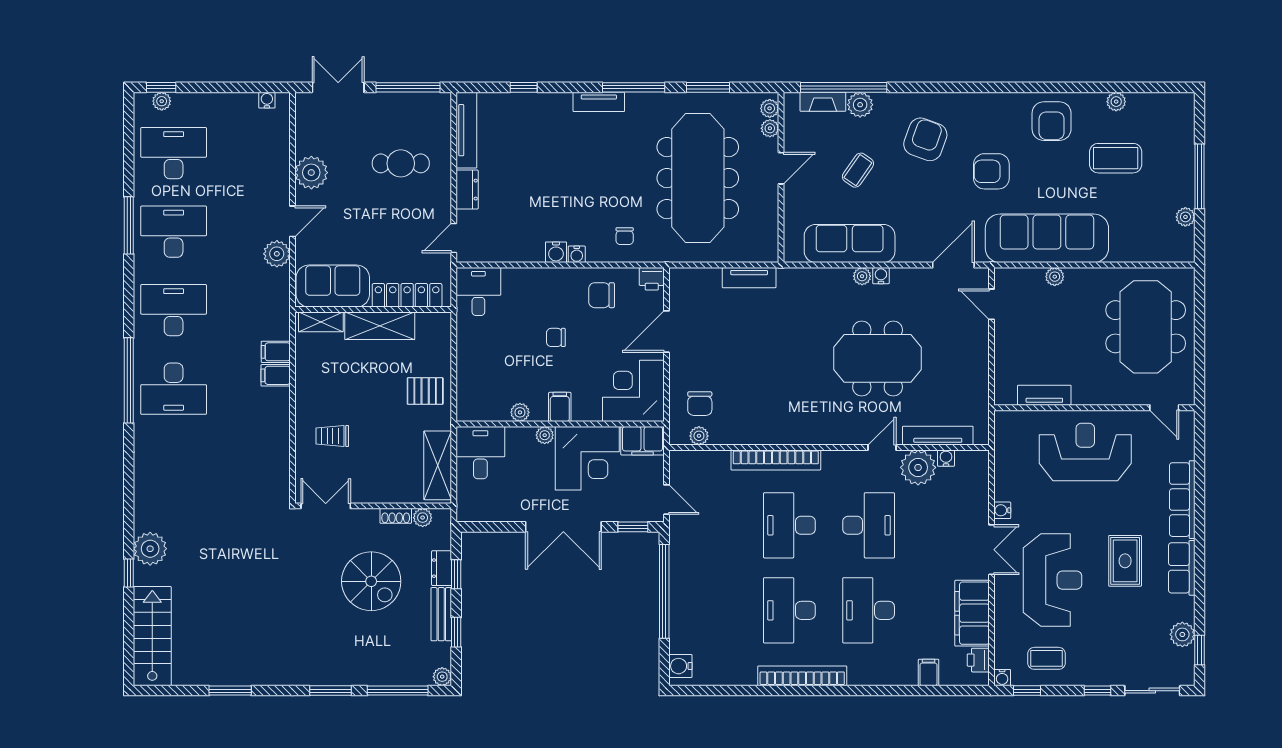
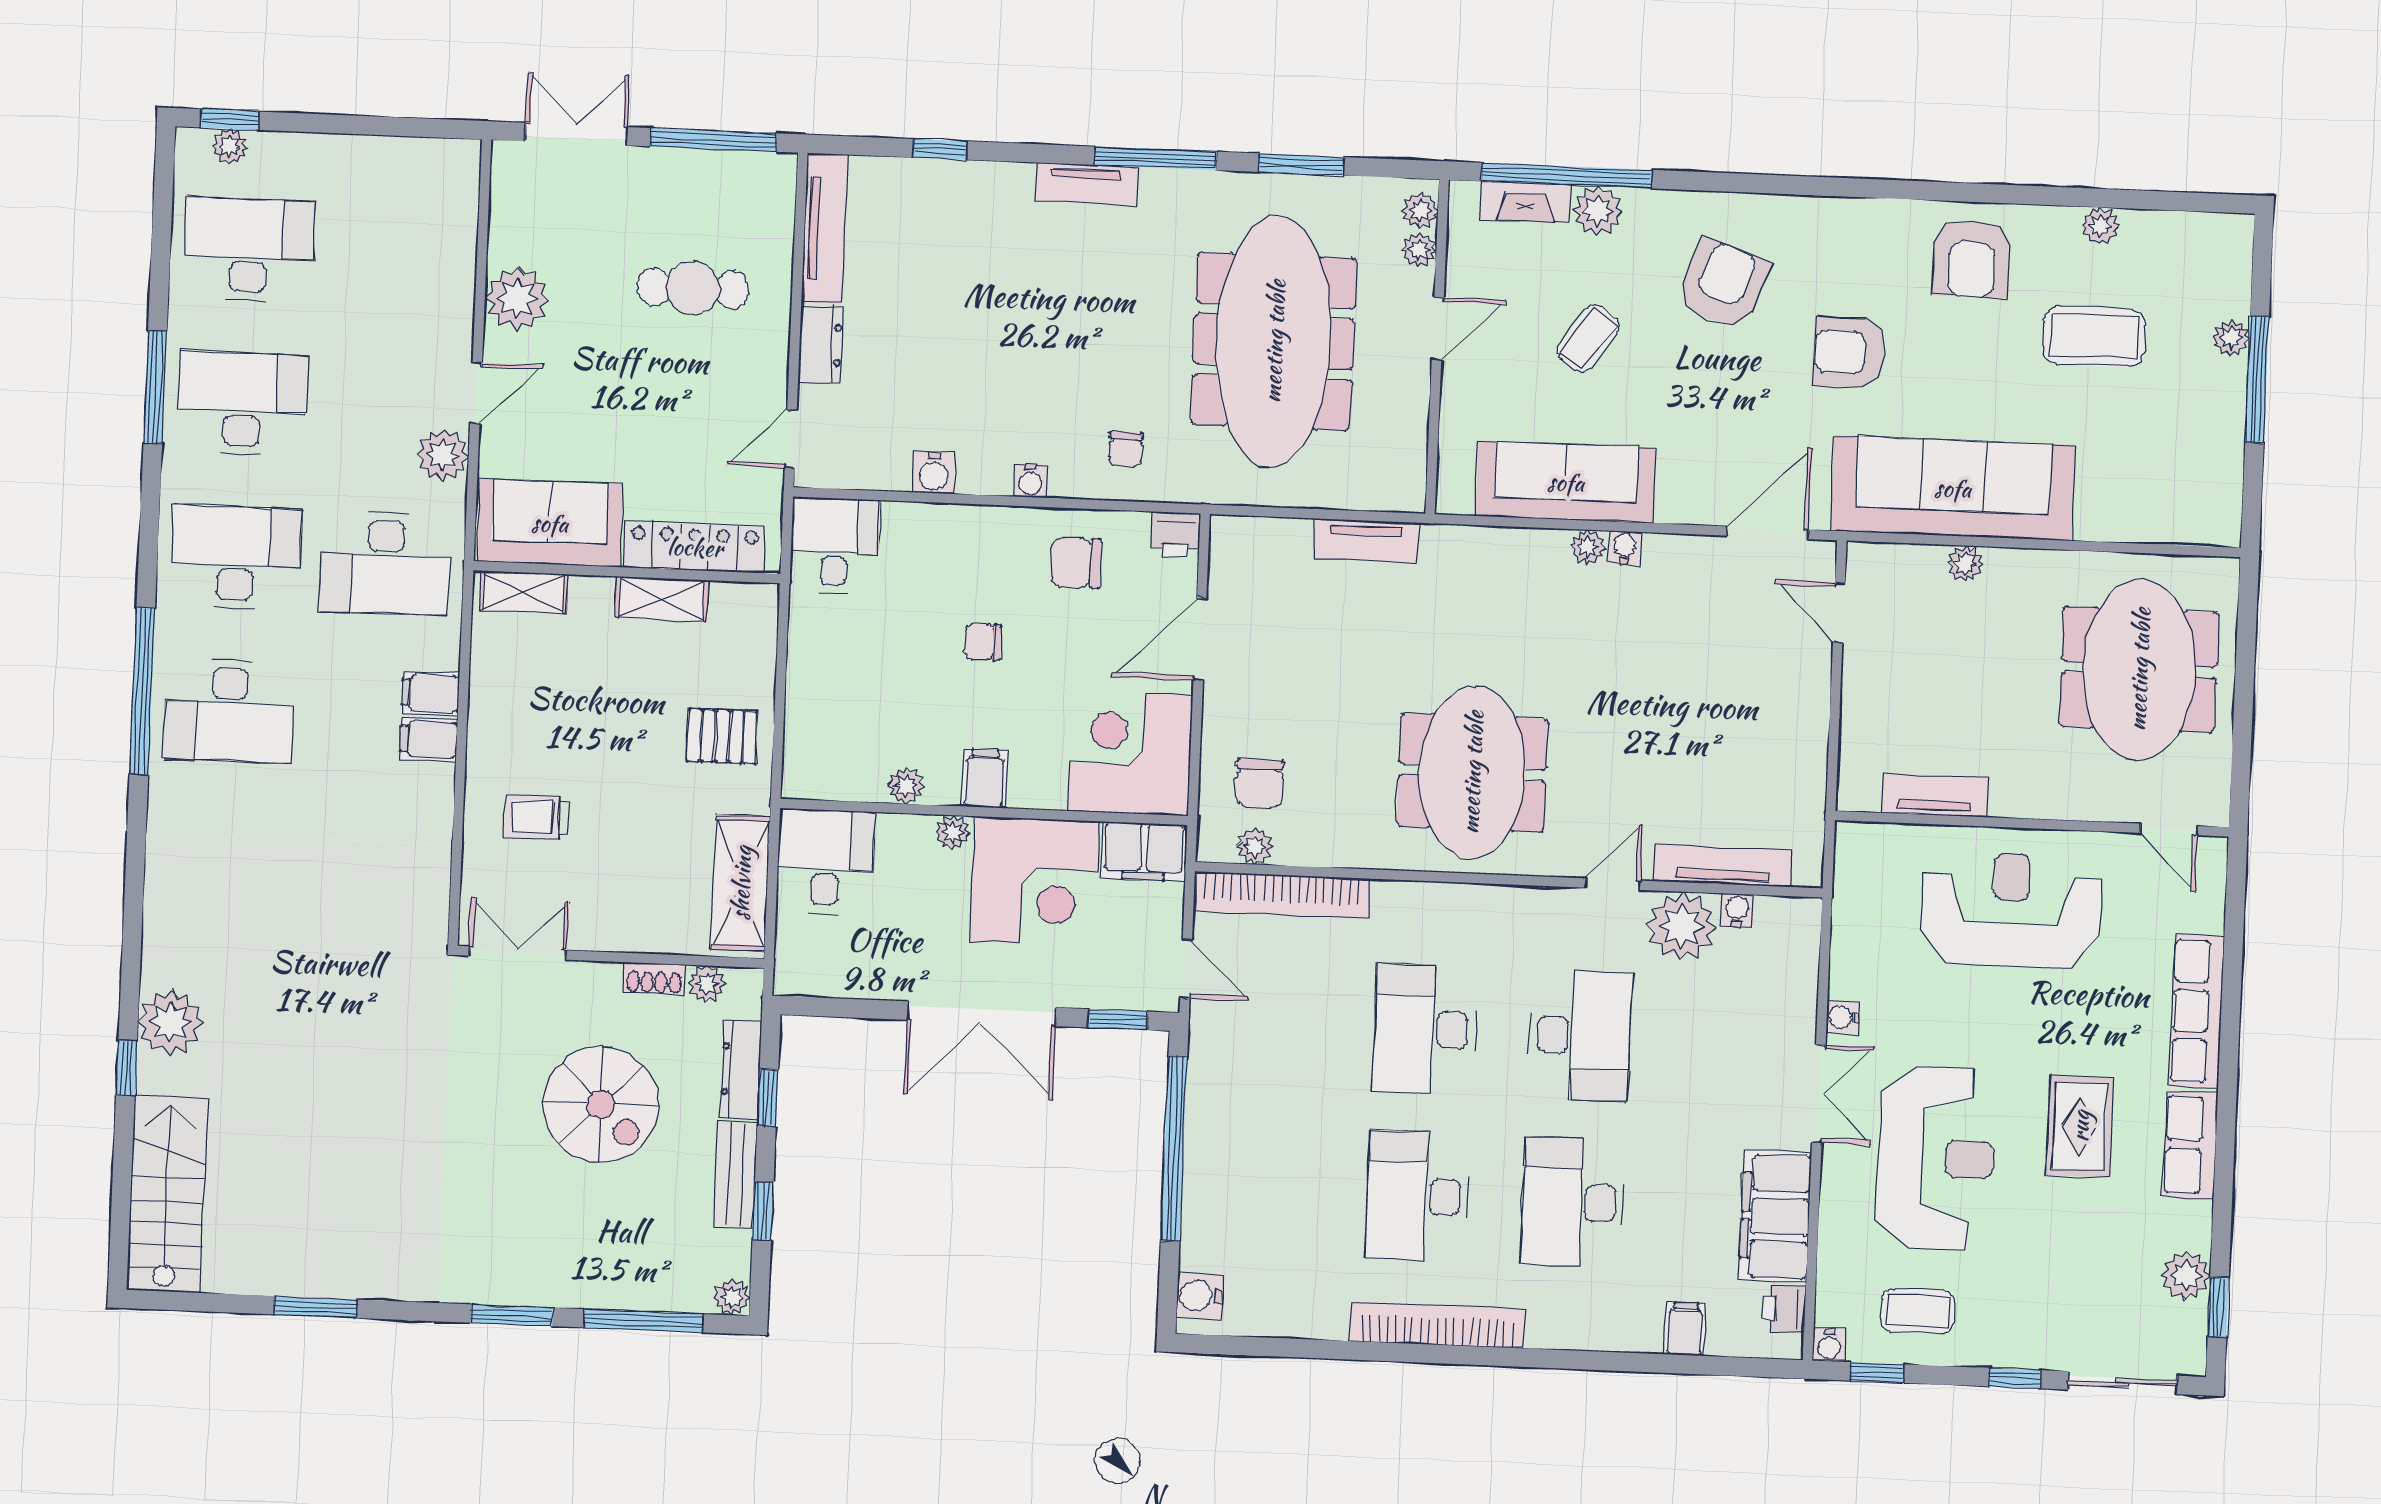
water cooler: (267, 100) -> (436, 153), removed
plant: (1185, 217) -> (2231, 338), moved
water cooler: (556, 252) -> (934, 473), moved
desk: (250, 310) -> (386, 563), added
shelving: (380, 326) -> (662, 599), width x0.67, depth x0.75
filing cabinet: (276, 352) -> (429, 739), moved
meeting table: (878, 358) -> (1472, 772), moved, turned 90
bookcase: (776, 460) -> (1282, 895), moved
dresser: (442, 568) -> (740, 1069), width x1.44

